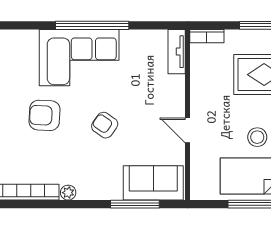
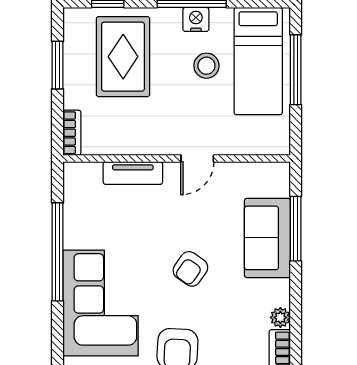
window: (92, 25) -> (57, 252), moved
tv unit: (177, 52) -> (133, 173), moved
sofa: (153, 183) -> (267, 238), moved

